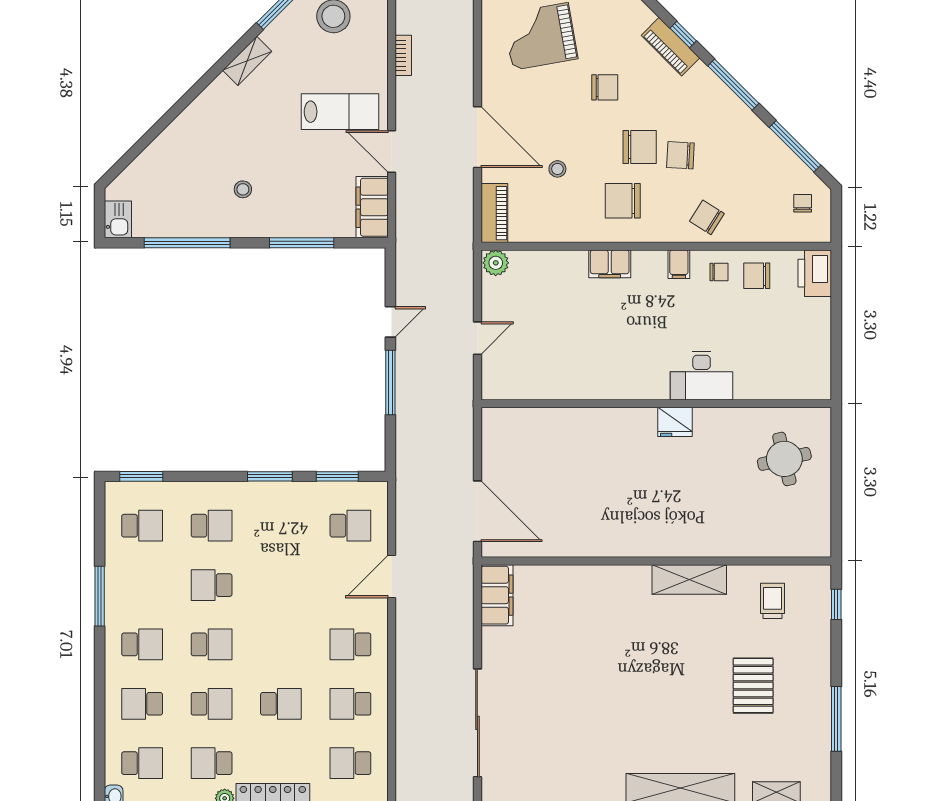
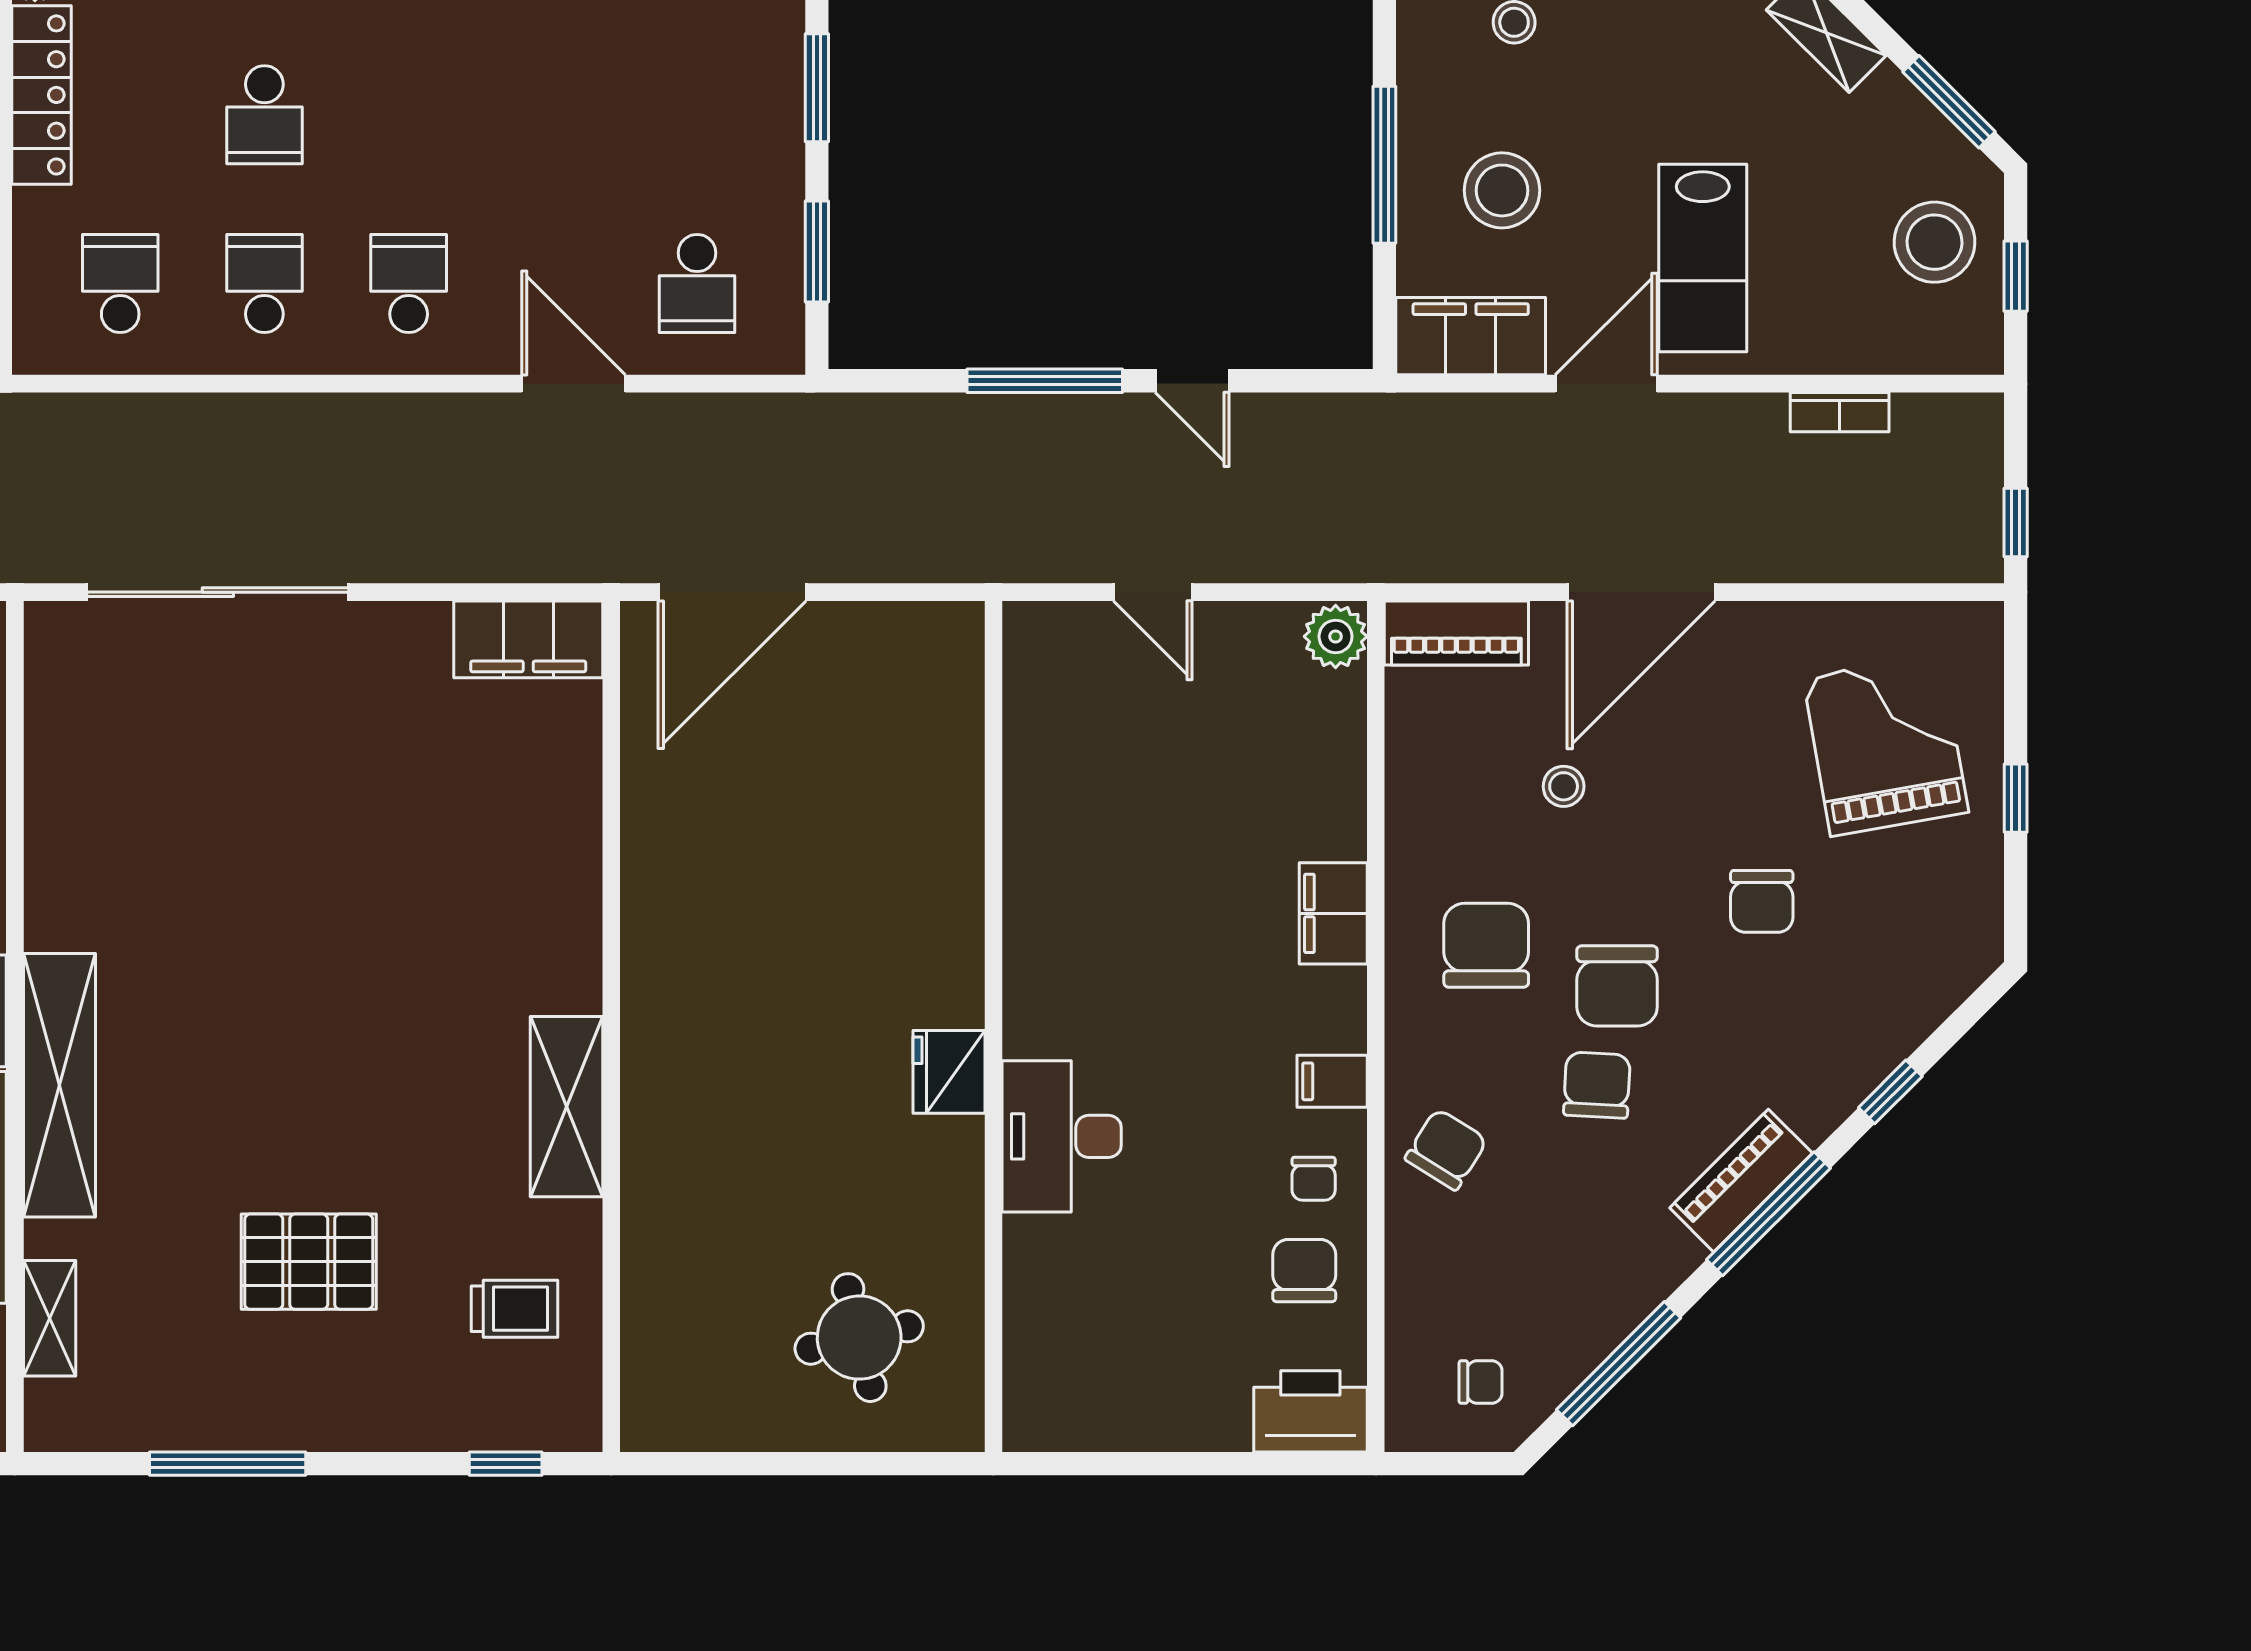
piano: (670, 47) -> (1741, 1181), moved
stool: (312, 194) -> (1502, 190), added

